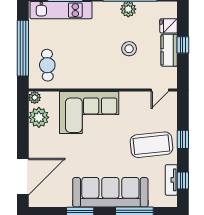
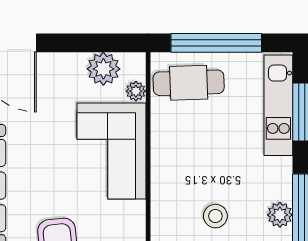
cafe table: (47, 65) -> (189, 83), width x1.37, depth x1.35
plant: (35, 98) -> (136, 91), moved

